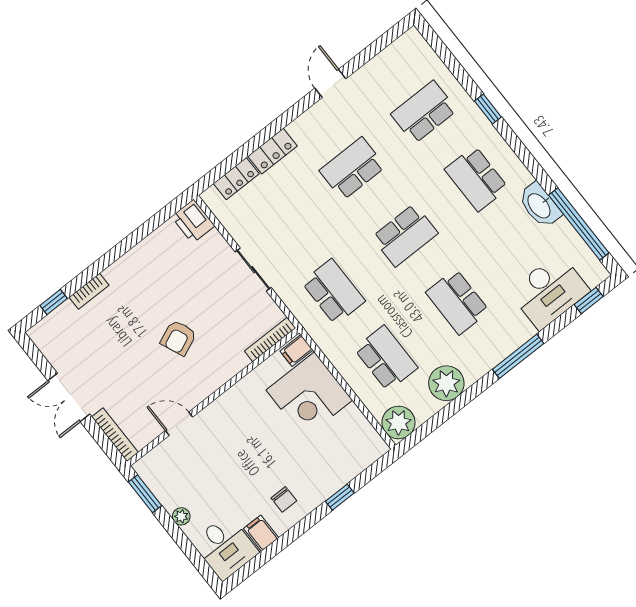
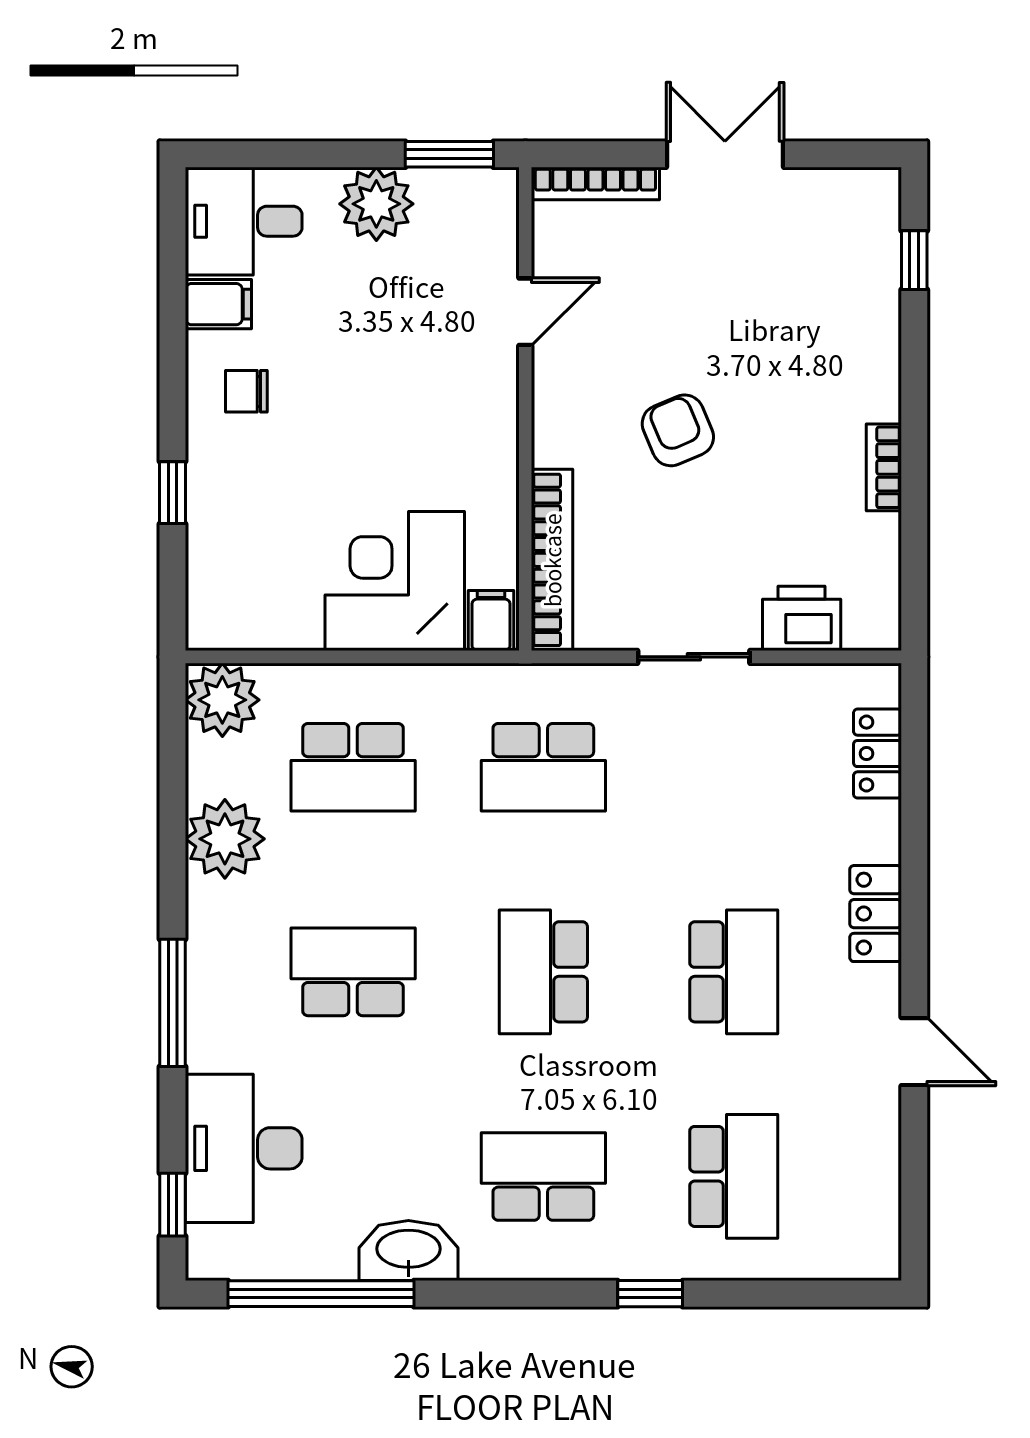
locker: (273, 151) -> (876, 914), moved
printer: (193, 221) -> (802, 618), moved
bookcase: (89, 291) -> (884, 467), moved
bookcase: (270, 339) -> (552, 560), width x1.48, depth x1.31
plant: (181, 516) -> (376, 204), width x1.88, depth x1.88

